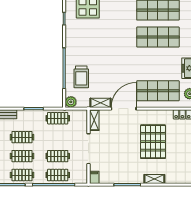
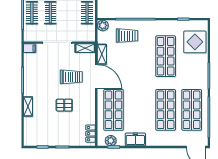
shop shelf: (102, 37) -> (166, 56), added
trolley: (81, 77) -> (127, 36), turned 180
trolley: (124, 134) -> (71, 77), added
pallet: (153, 142) -> (64, 105), width x0.49, depth x0.50

